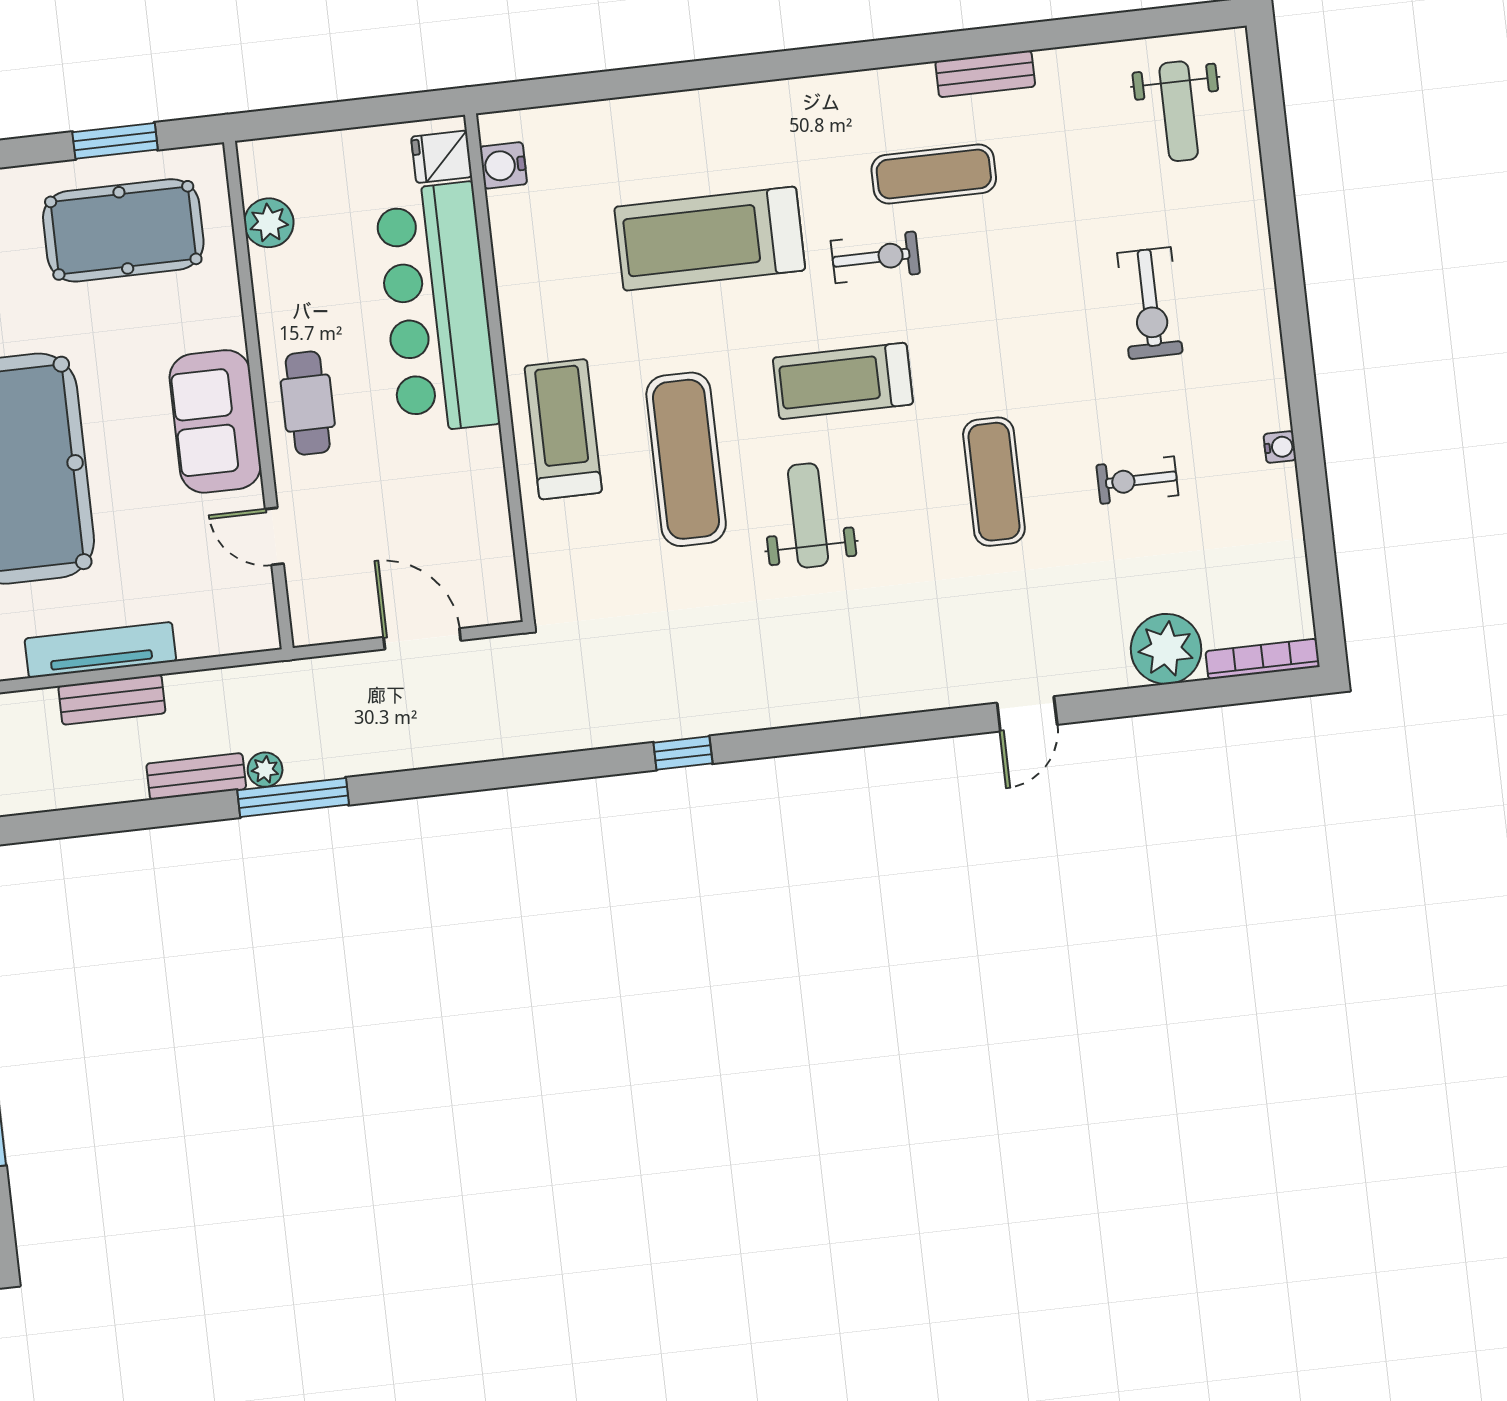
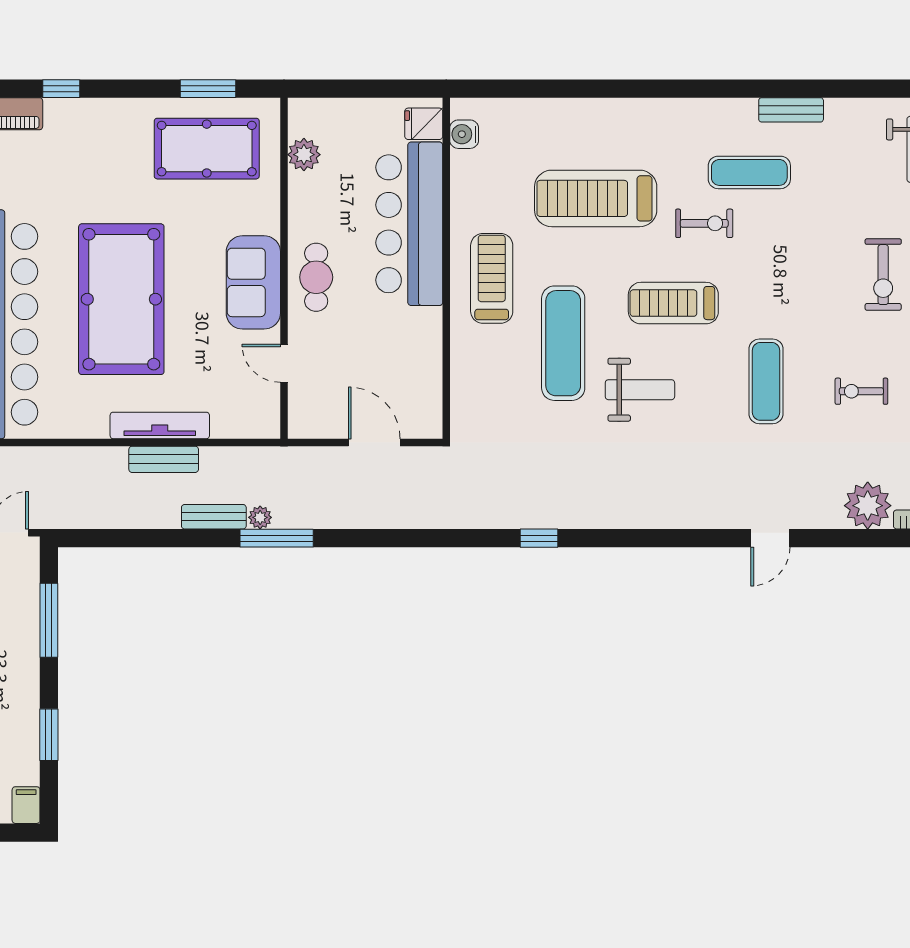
treadmill: (563, 429) -> (492, 278), moved
weight bench: (808, 515) -> (640, 390), turned 90

